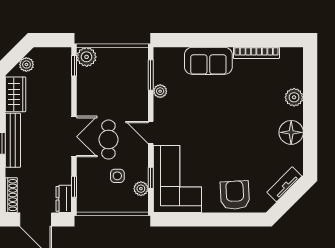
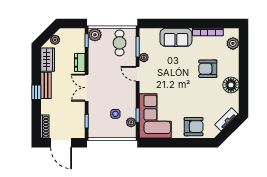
plant: (294, 97) -> (233, 43), moved
armchair: (256, 108) -> (208, 69), added
door: (151, 133) -> (138, 74), moved
double door: (74, 137) -> (87, 88), swing flipped
bench: (13, 140) -> (46, 85), width x0.73
cafe table: (108, 140) -> (120, 43), moved
armchair: (235, 195) -> (194, 127), turned 93
dresser: (64, 199) -> (80, 62), moved

